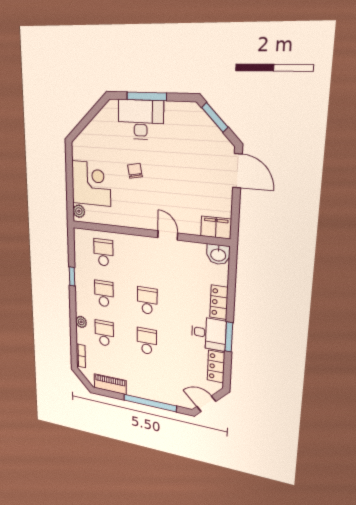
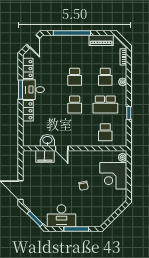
desk: (141, 120) -> (61, 216), moved
filing cabinet: (216, 228) -> (45, 156), moved
washbasin: (218, 254) -> (47, 140), moved
school desk: (104, 294) -> (105, 105), width x1.85
door: (206, 404) -> (33, 41), hinge flipped

